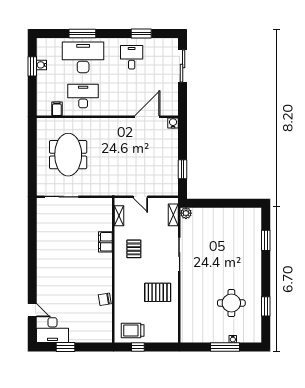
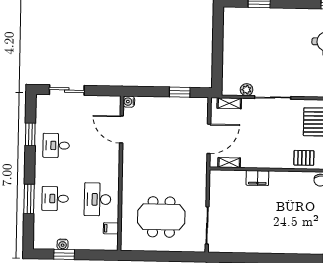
desk: (83, 57) -> (55, 199), width x0.53, depth x0.77
door: (140, 197) -> (209, 139), width x1.88
plant: (186, 213) -> (247, 90), moved
pallet: (134, 249) -> (304, 158), moved

